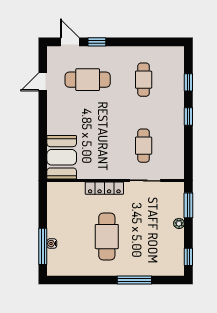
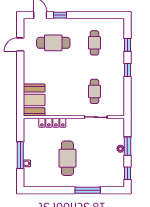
locker: (104, 188) -> (52, 123), moved
window: (188, 205) -> (127, 146), moved
window: (43, 246) -> (20, 155), moved

